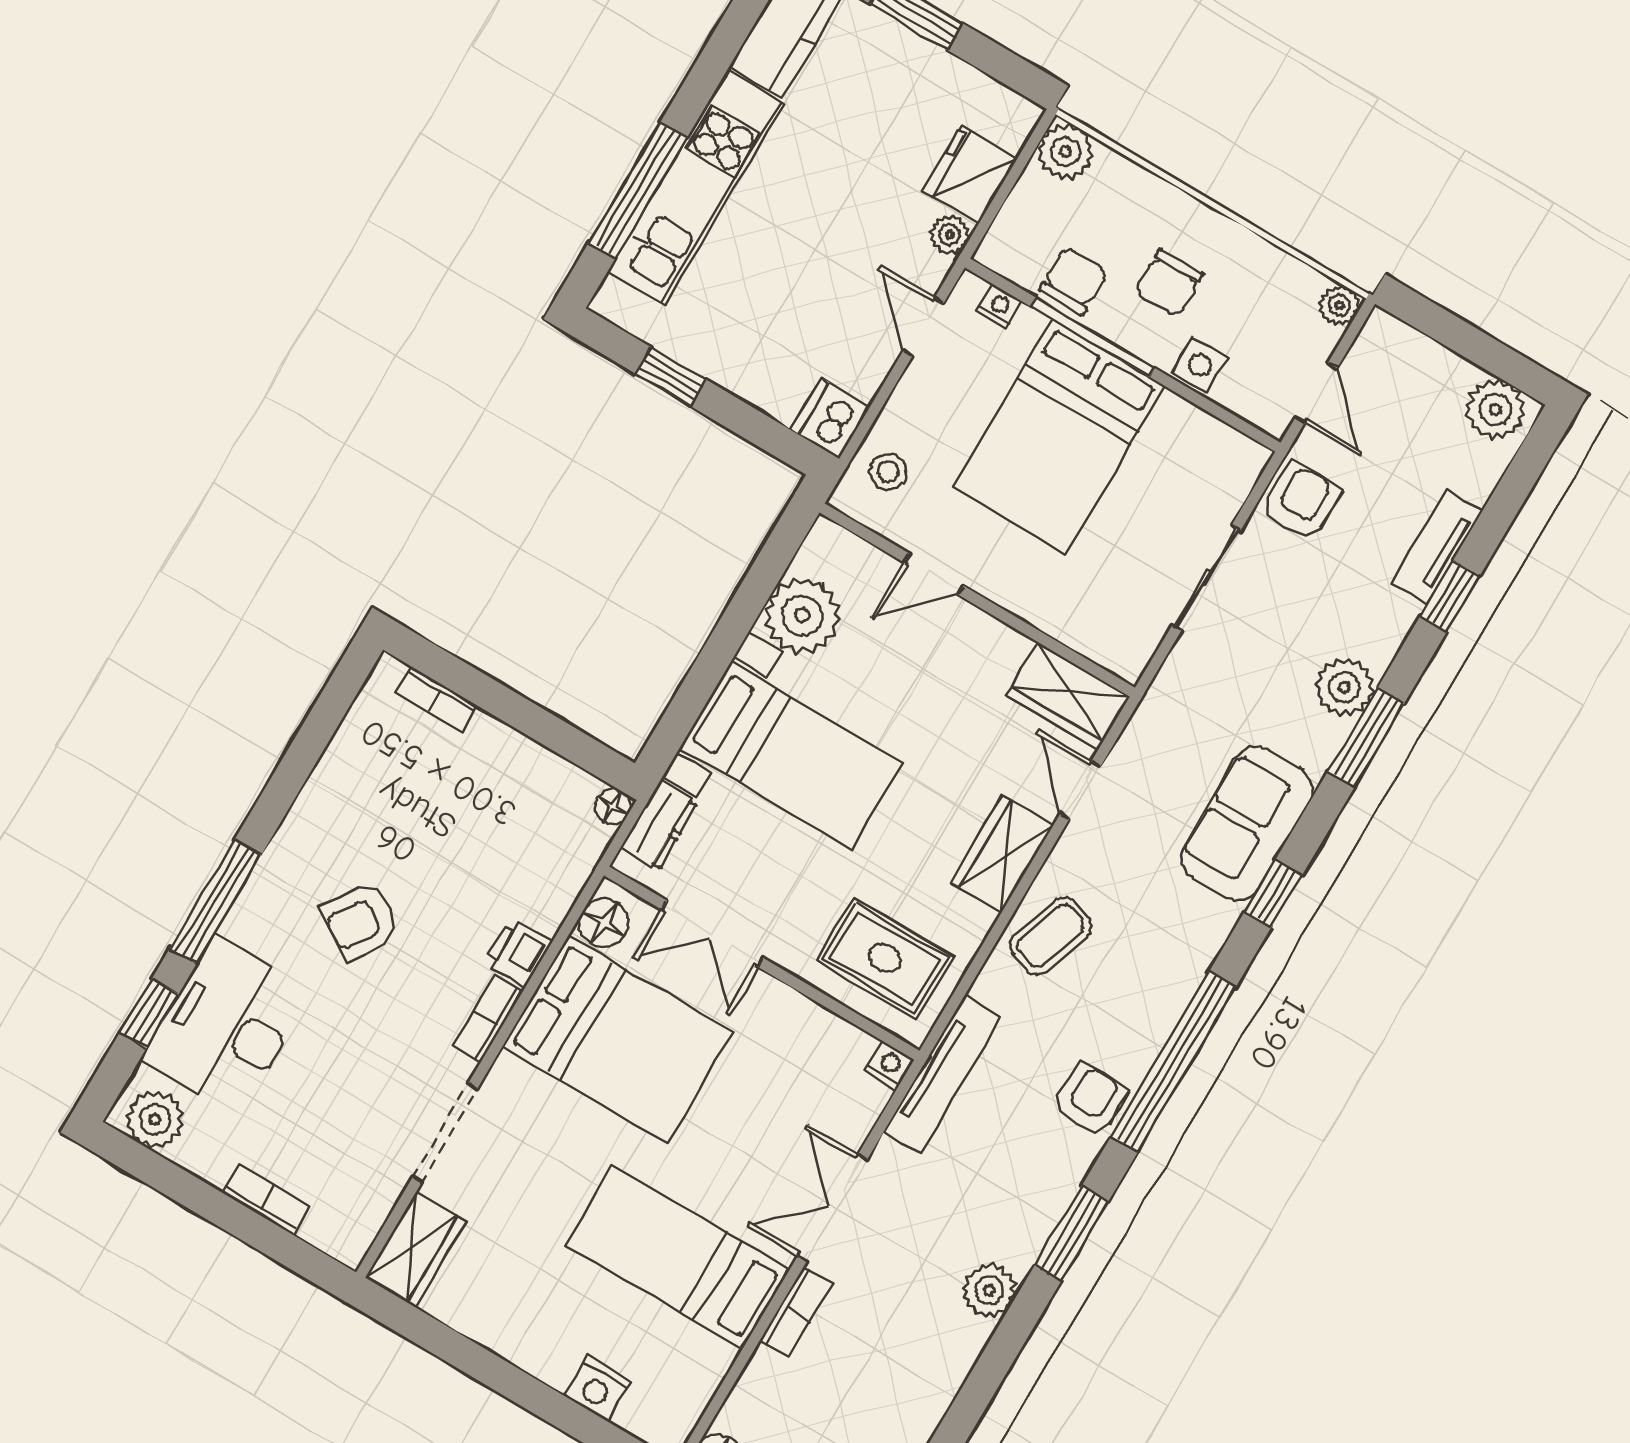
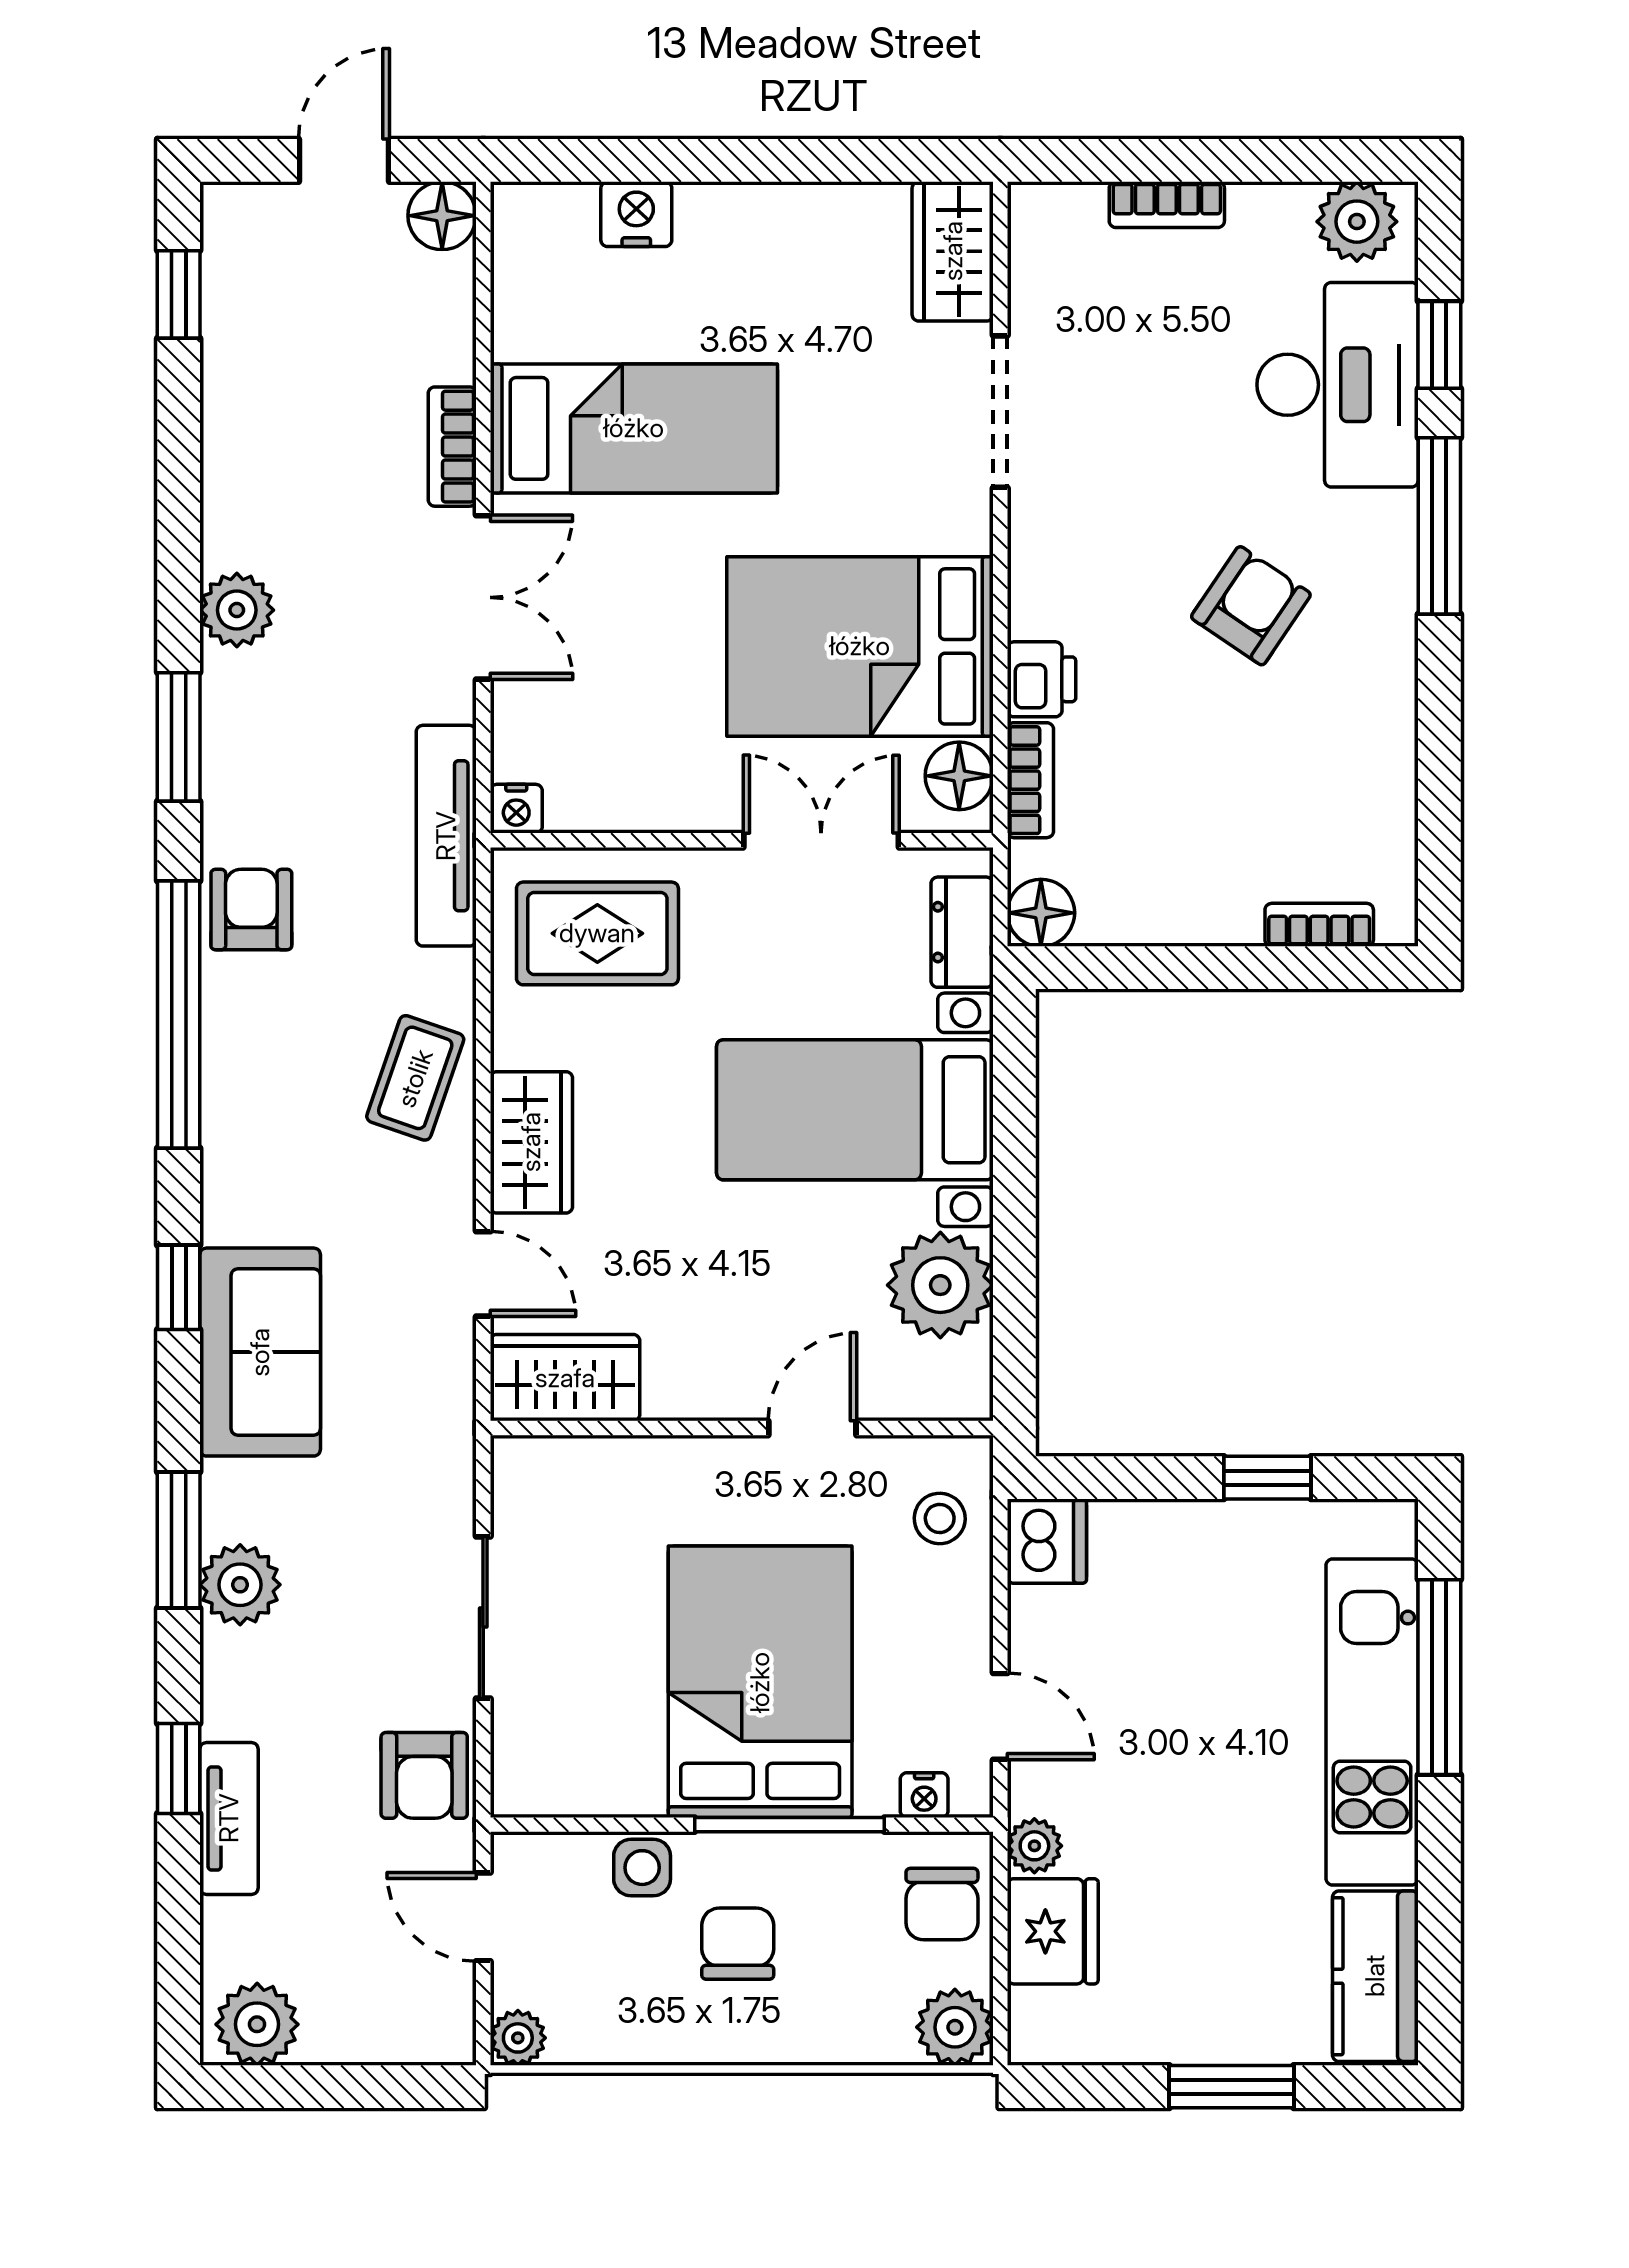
chair: (1074, 281) -> (942, 1904), moved
floor lamp: (612, 806) -> (1041, 913), width x1.37, depth x1.37
bookcase: (487, 1019) -> (1030, 780), moved
armchair: (1090, 1100) -> (251, 910), turned 180

